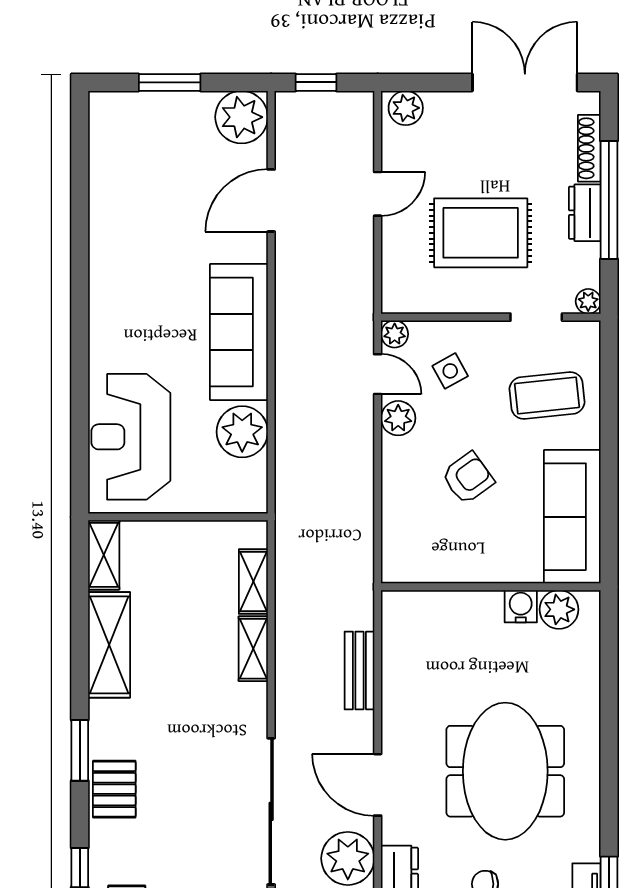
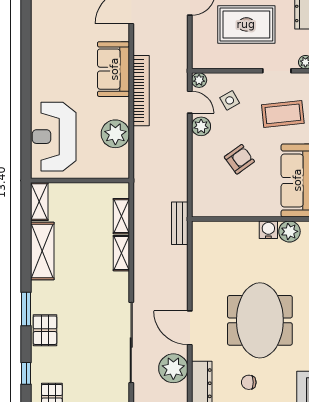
sofa: (239, 332) -> (114, 69), width x0.73
bookcase: (289, 353) -> (141, 91), added
bench: (359, 670) -> (180, 223), moved

